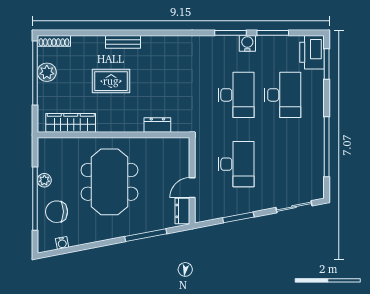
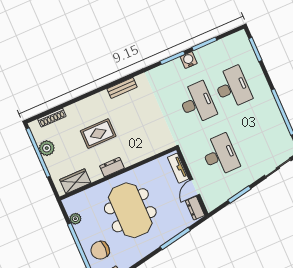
shoe rack: (54, 41) -> (52, 118), moved
bench: (123, 42) -> (122, 88), moved
printer: (312, 52) -> (240, 45), removed
wardrobe: (71, 123) -> (75, 181), width x0.67
dresser: (157, 125) -> (112, 167), moved
tv unit: (183, 158) -> (178, 168), added
plant: (44, 180) -> (75, 219), moved

